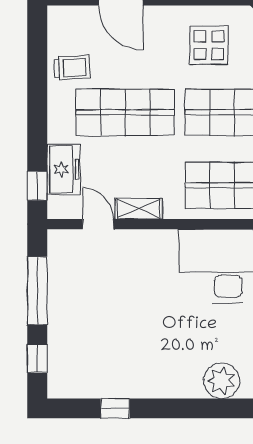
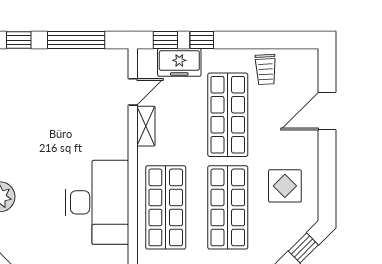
window: (37, 143) -> (202, 40), added

